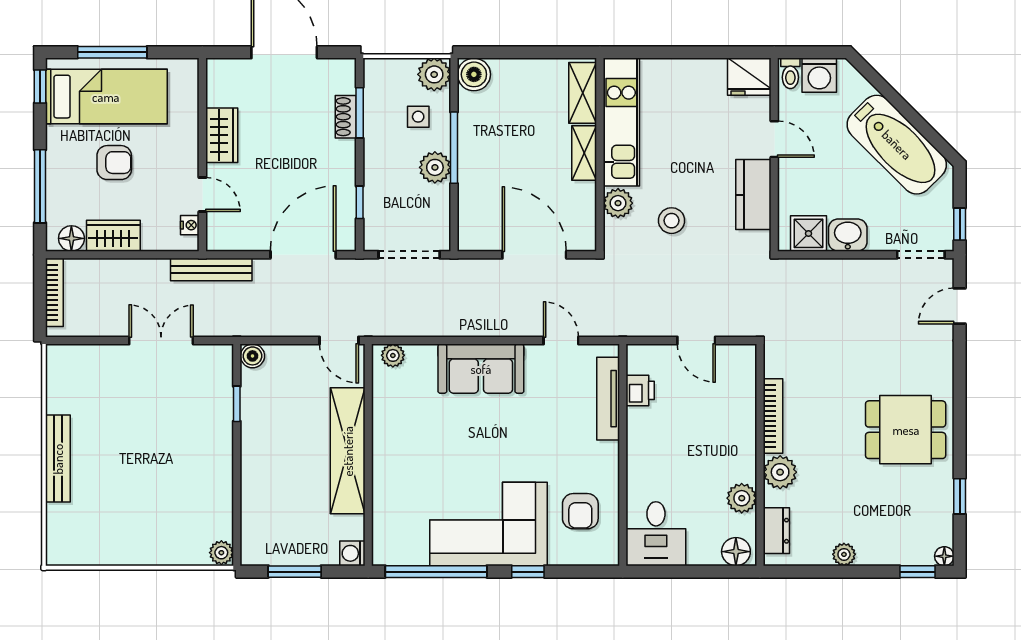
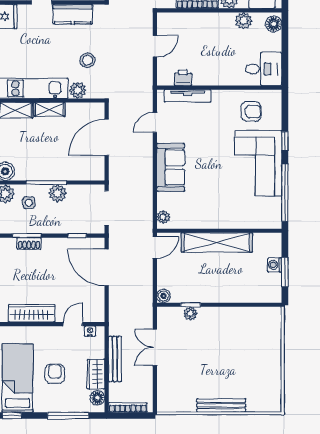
wardrobe: (222, 135) -> (32, 313), width x1.50
bench: (211, 270) -> (115, 359), moved
plant: (221, 553) -> (190, 313), moved
washing machine: (352, 553) -> (275, 265), moved, turned 90

